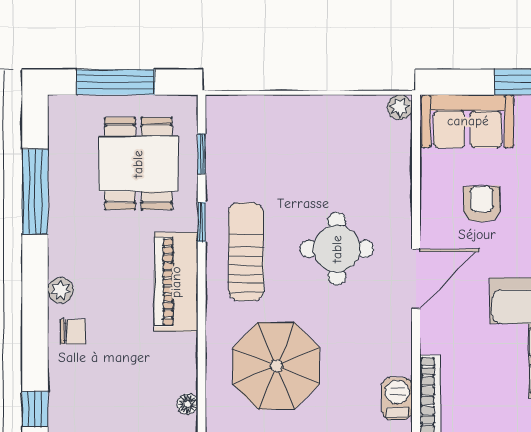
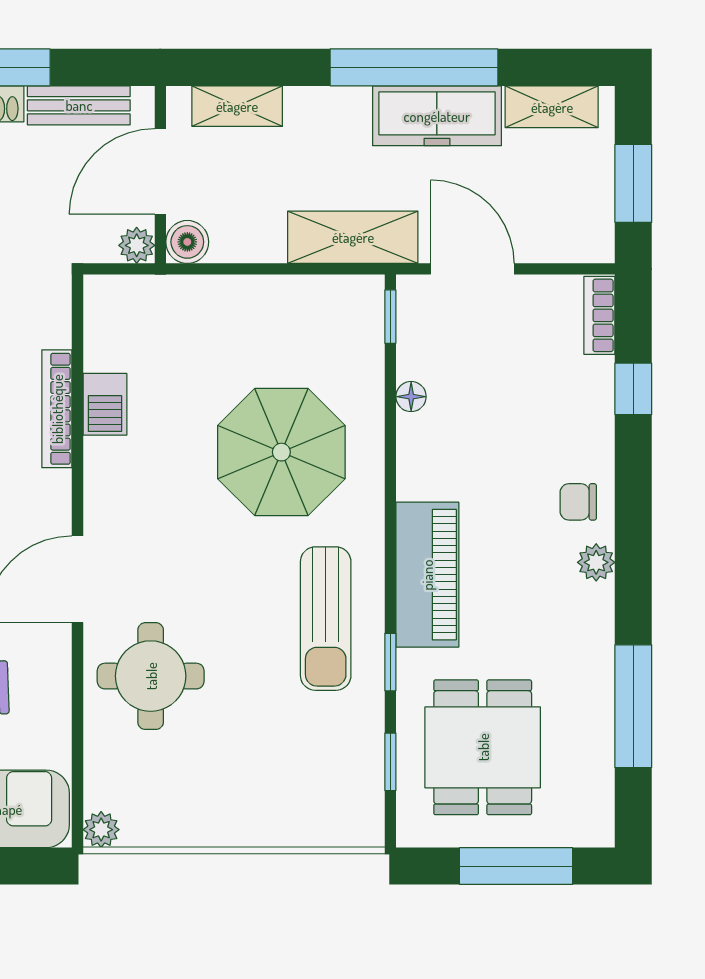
round table: (337, 249) -> (151, 676), moved

